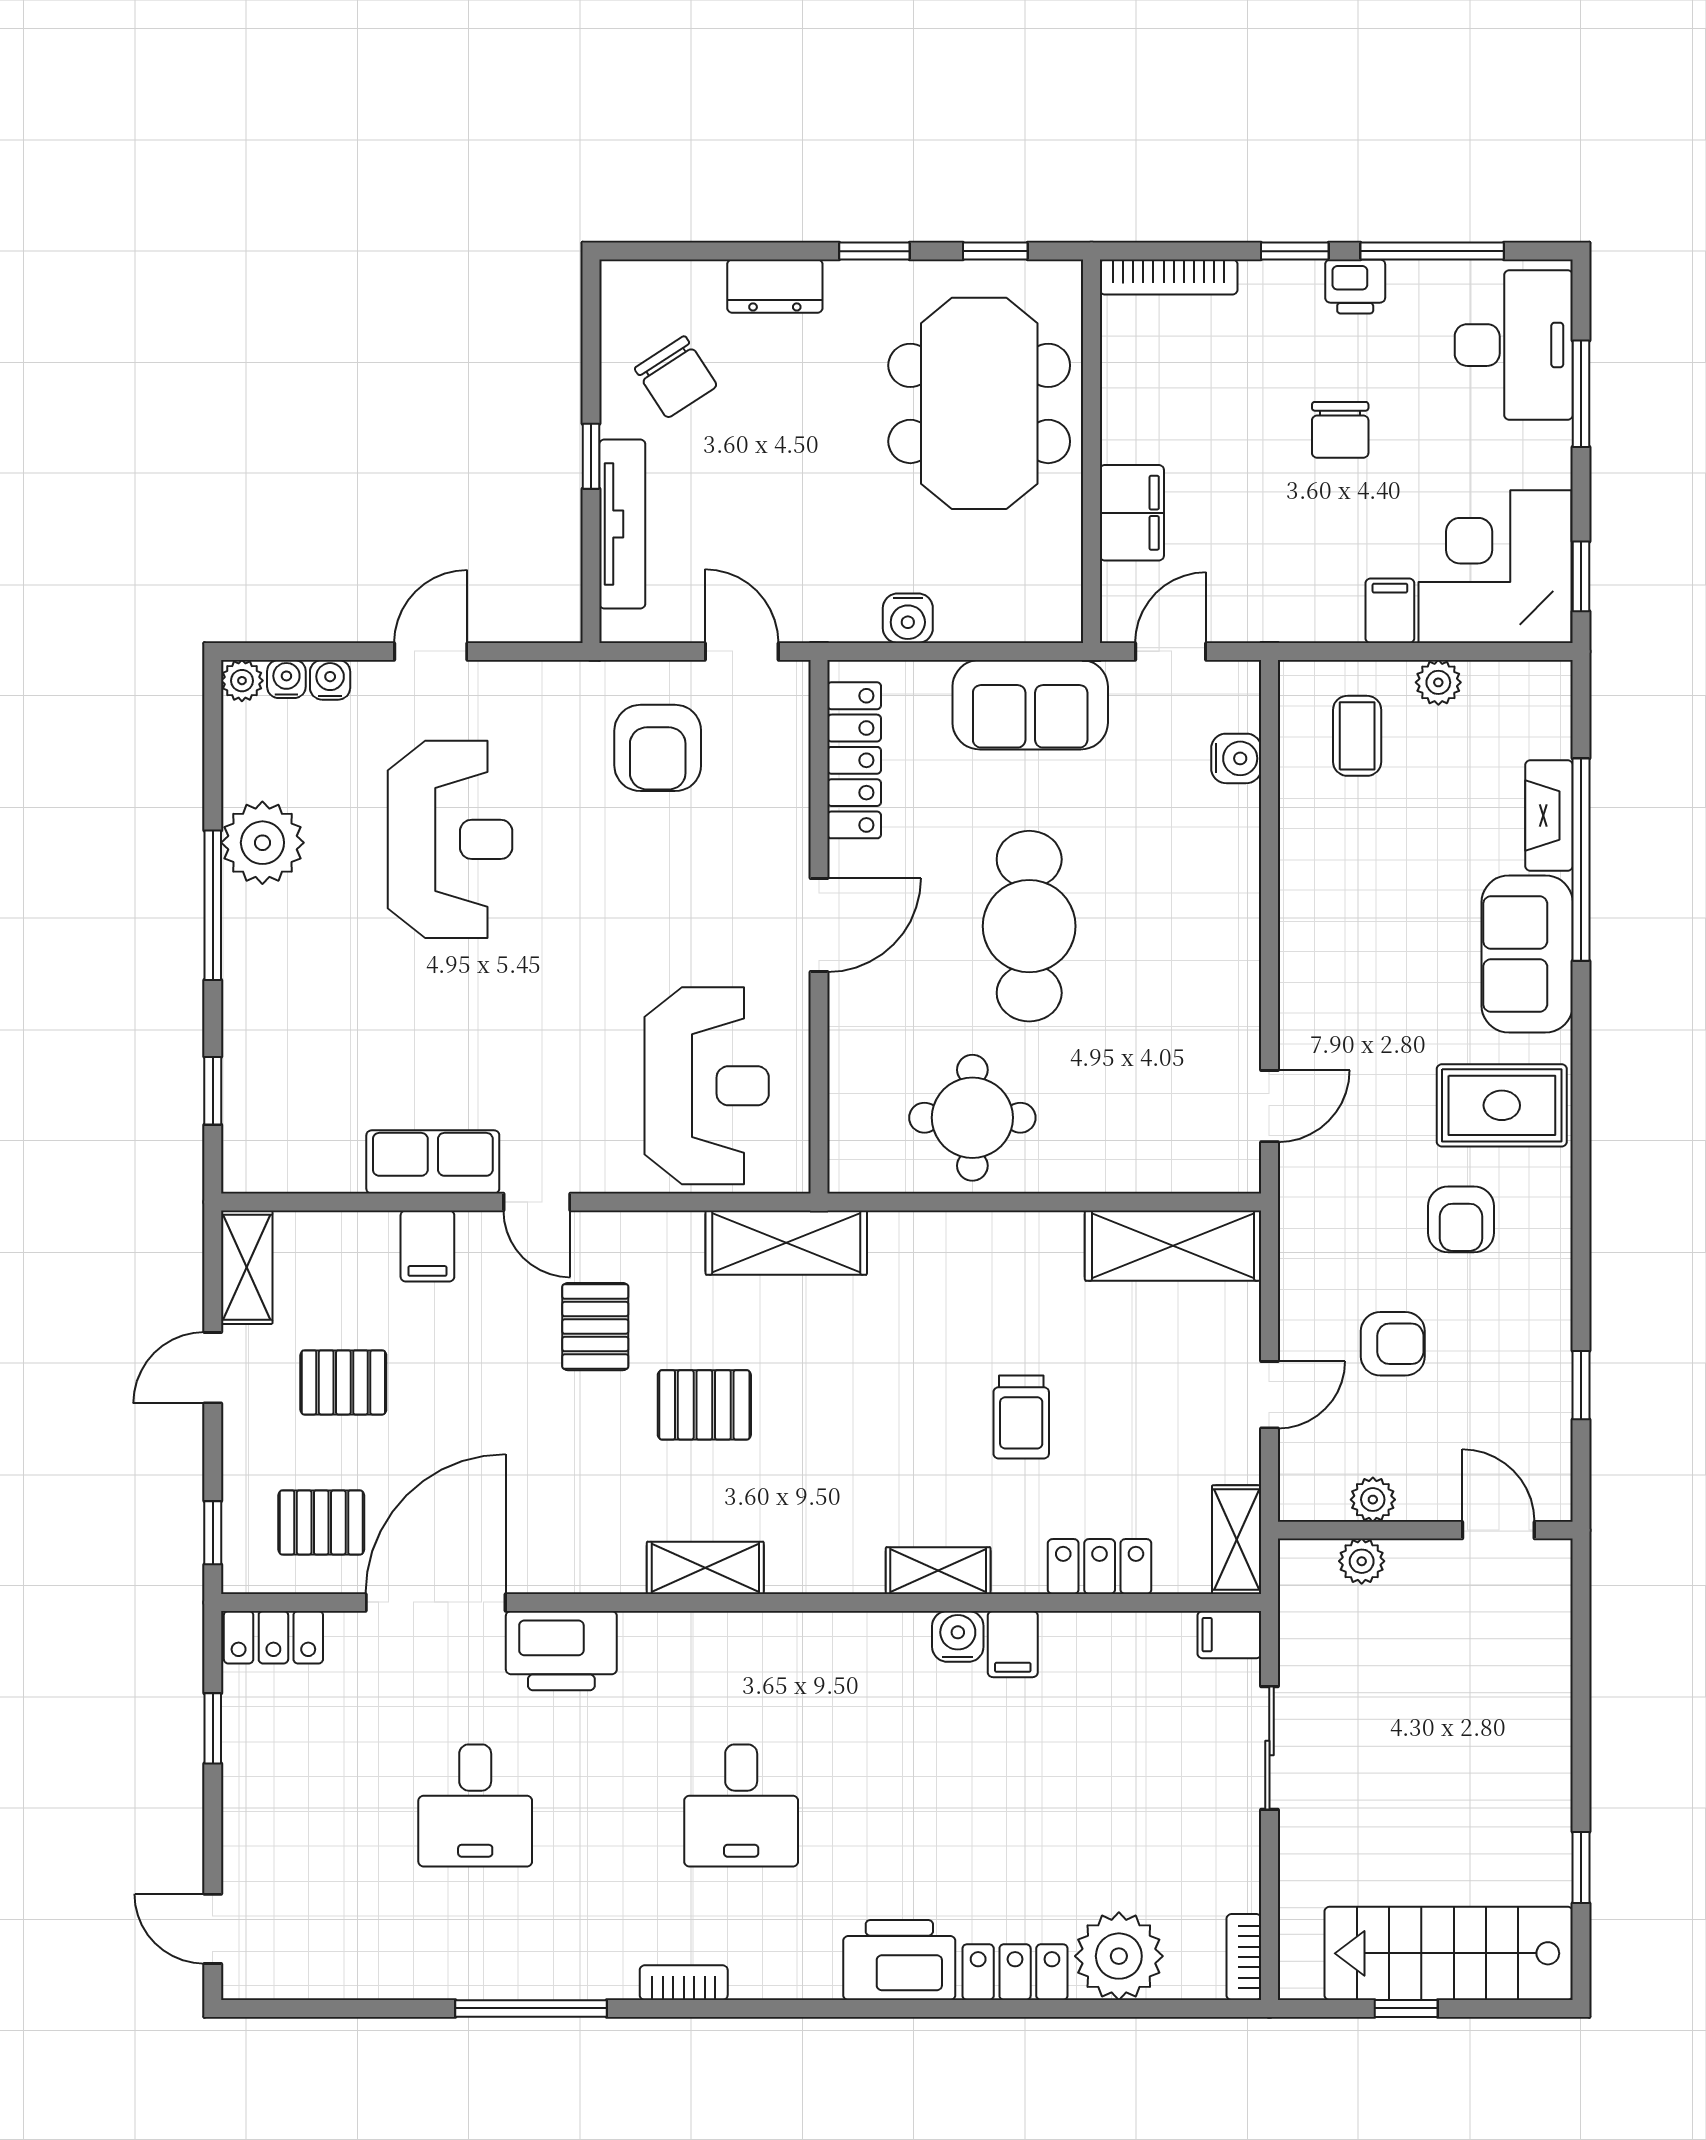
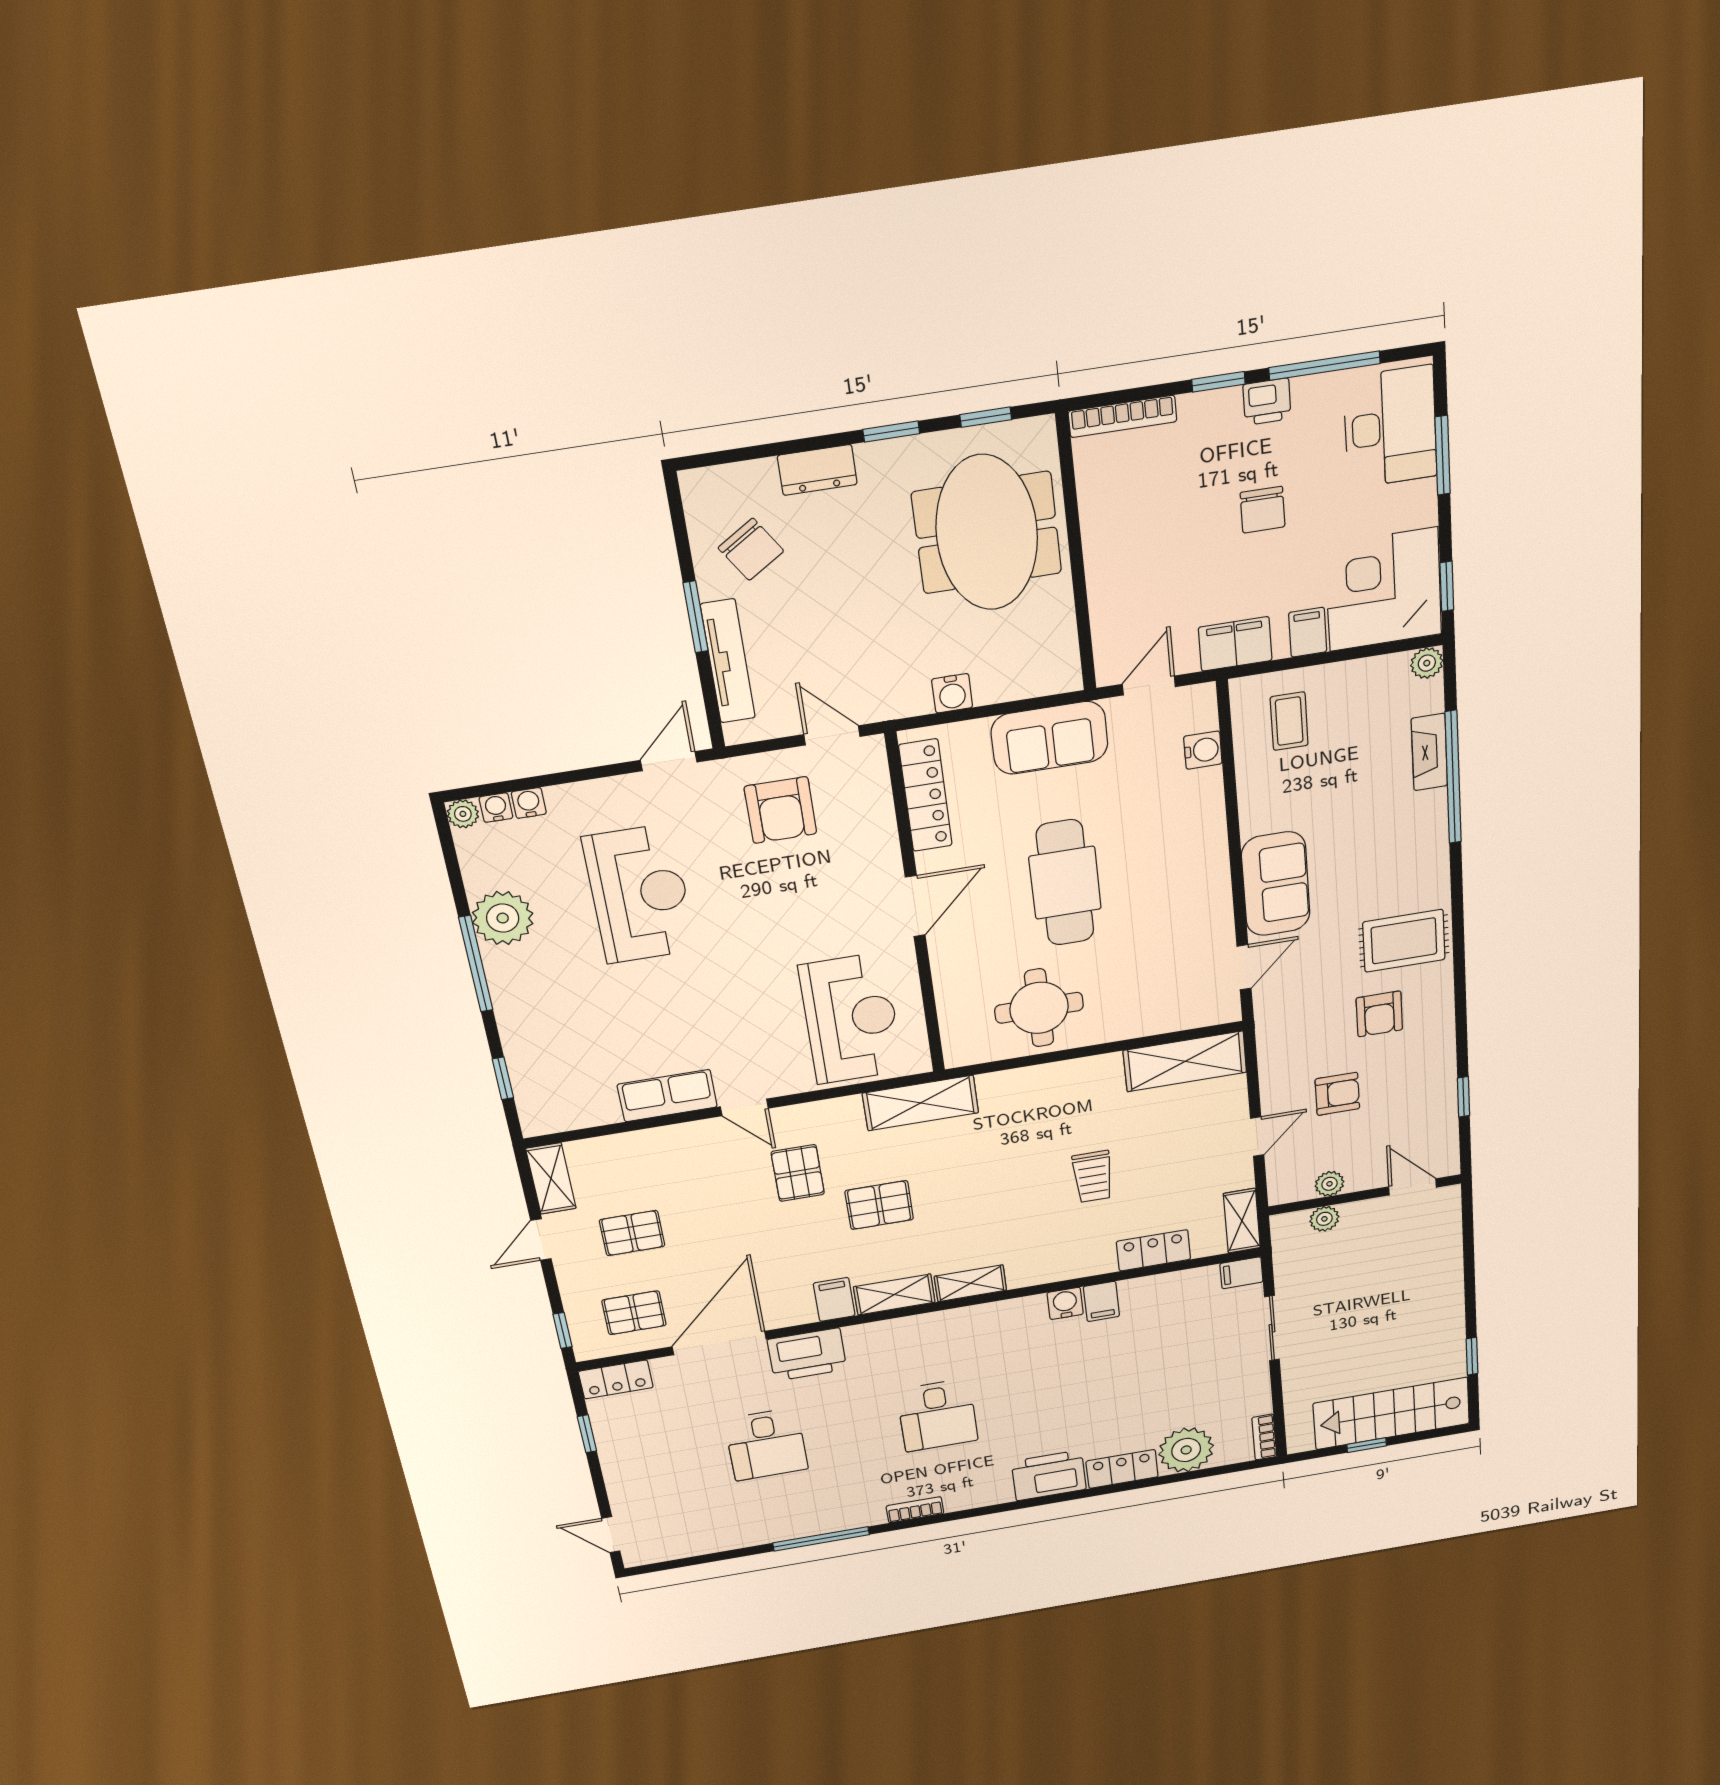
window: (591, 456) -> (696, 617), width x1.50
filing cabinet: (1132, 513) -> (1235, 644), moved, turned -90
door: (431, 651) -> (669, 761), moved
plant: (1438, 682) -> (1427, 663), moved
sofa: (1527, 954) -> (1276, 884), moved, turned 180
filing cabinet: (427, 1246) -> (834, 1299), moved, turned 180
shelving: (938, 1571) -> (970, 1283), moved

